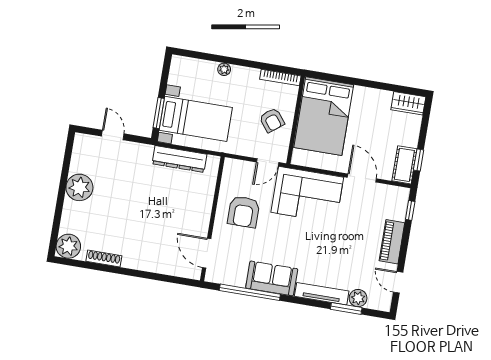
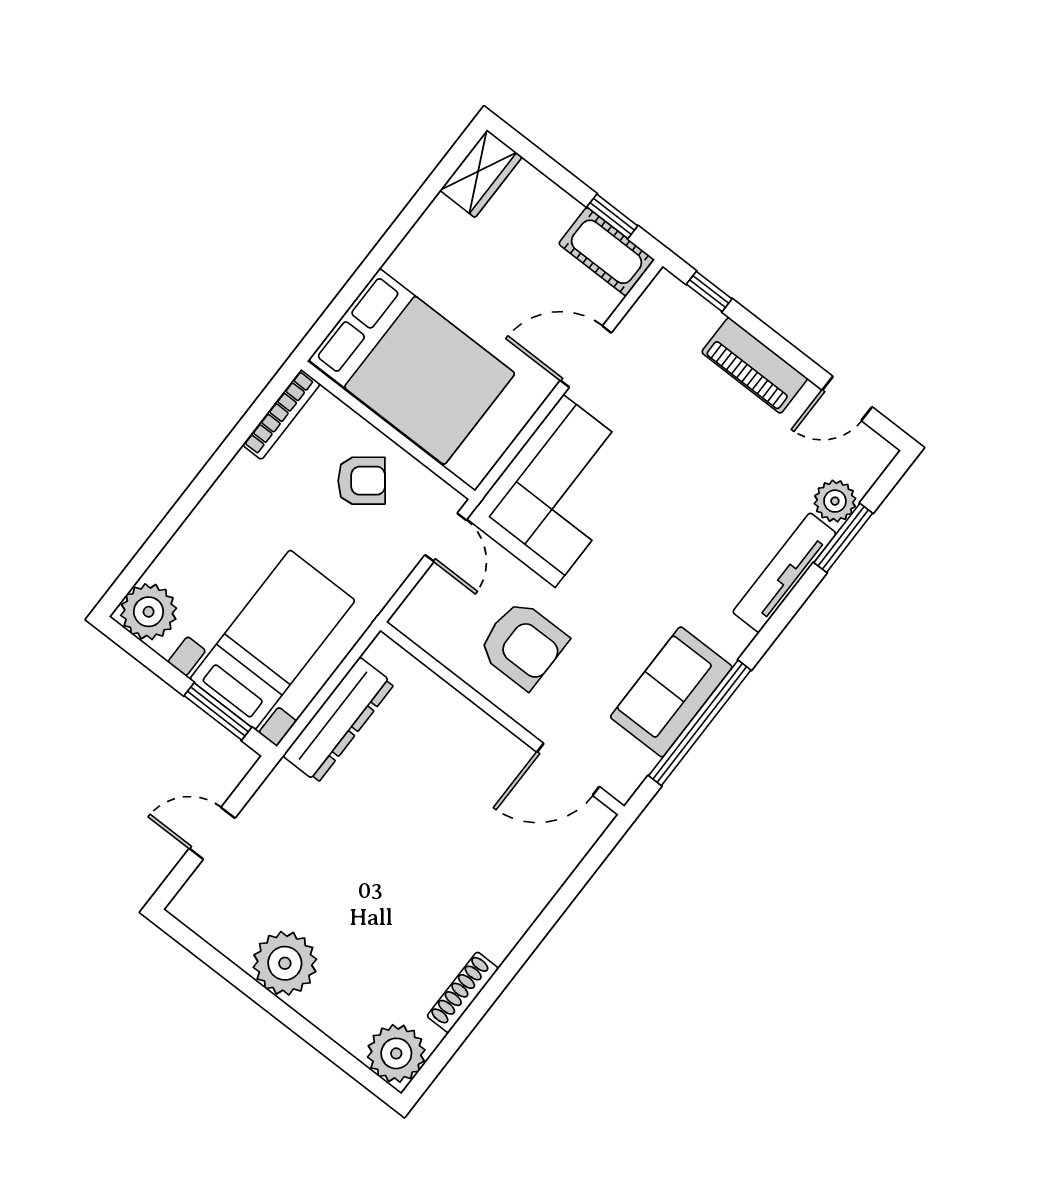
plant: (224, 69) -> (149, 612), moved, width x1.88, depth x1.88
sofa: (272, 278) -> (671, 692), moved

